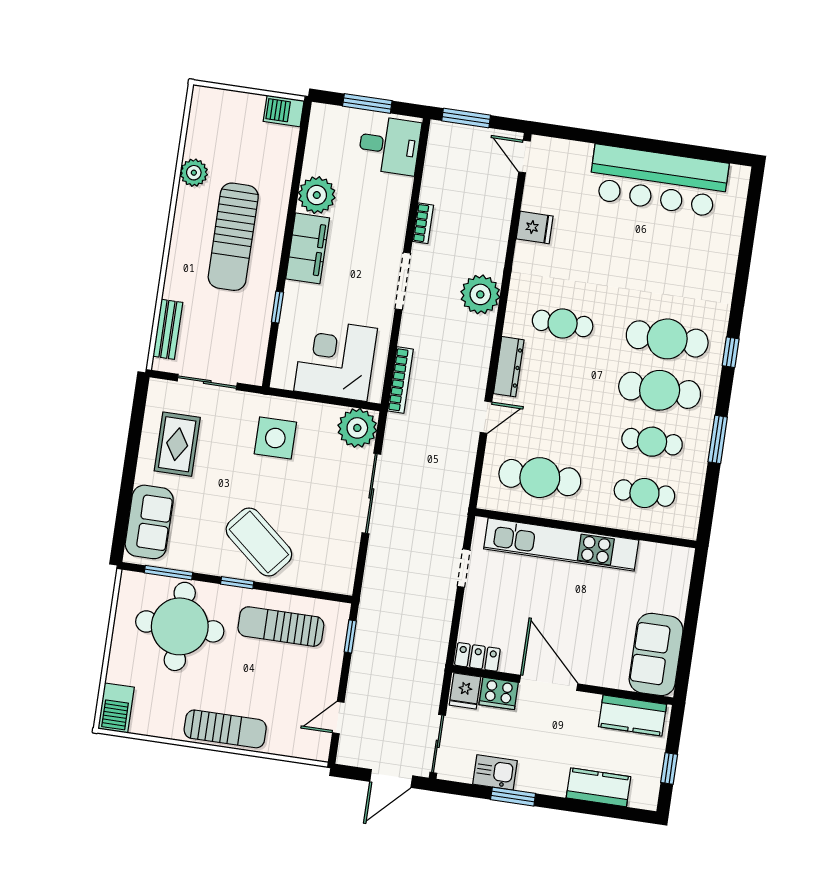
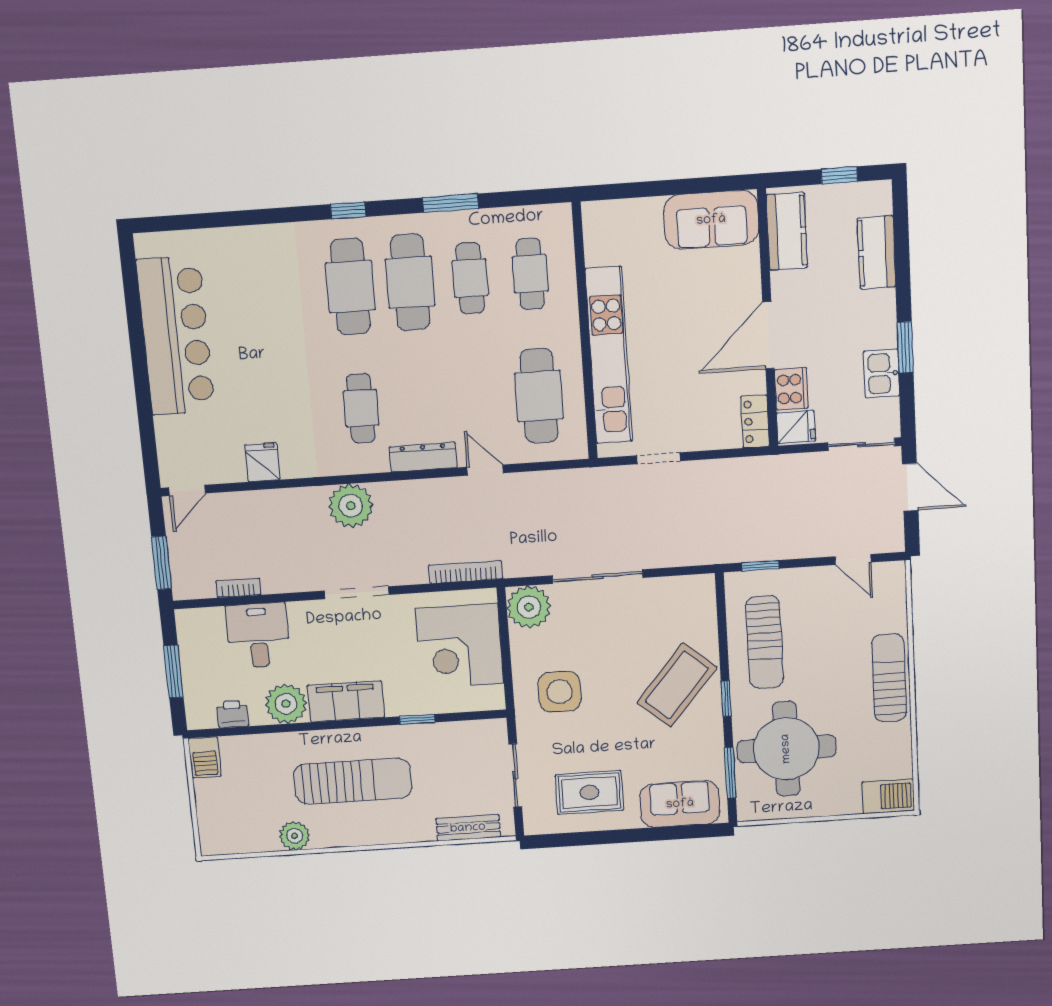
desk: (389, 145) -> (258, 635), moved
printer: (318, 146) -> (233, 714), added
bookcase: (423, 223) -> (238, 588), moved

